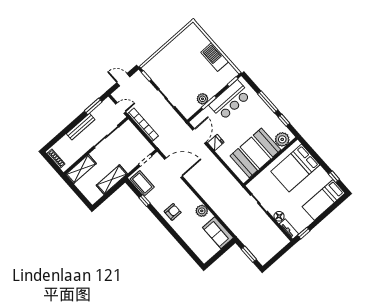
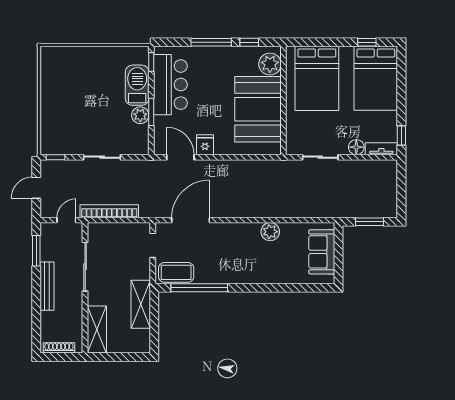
barbecue: (215, 57) -> (137, 85), moved, turned 90
bed: (324, 200) -> (376, 78), width x1.50
window: (145, 201) -> (199, 288), width x3.17
armchair: (173, 212) -> (241, 267), removed
sofa: (218, 233) -> (322, 252), moved, turned 90

